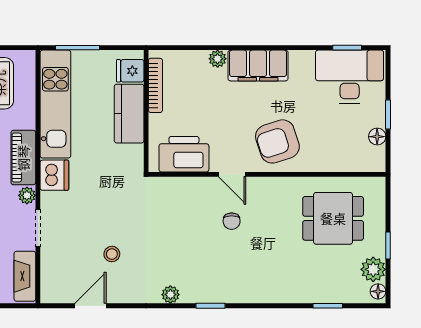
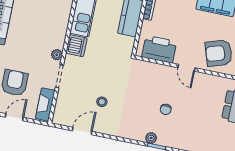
piano: (23, 158) -> (59, 31), removed
chair: (232, 221) -> (166, 109), moved
plant: (170, 295) -> (151, 138), moved

